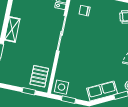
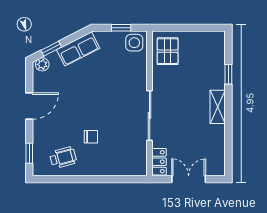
chair: (85, 11) -> (91, 137), moved
window: (29, 91) -> (177, 28), removed

